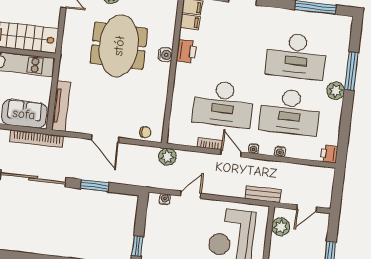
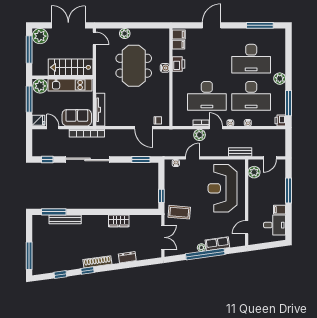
window: (351, 71) -> (289, 103), moved
door: (105, 138) -> (144, 128), moved
plant: (167, 157) -> (200, 135), moved
window: (95, 186) -> (141, 159), moved

